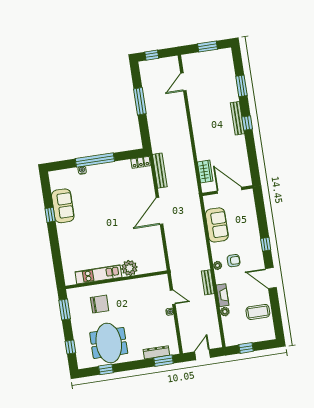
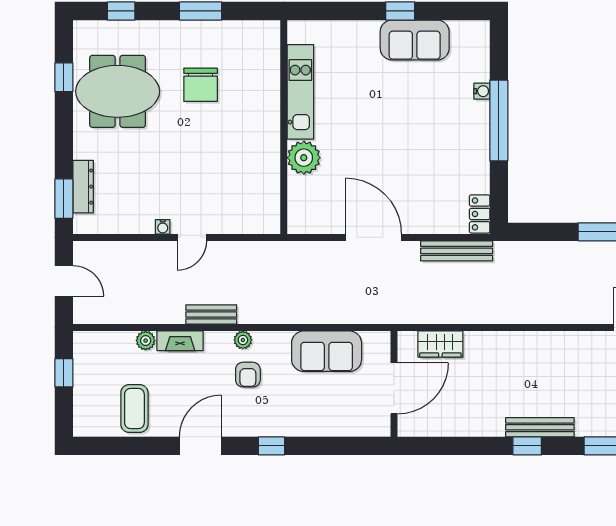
plant: (129, 268) -> (304, 158), moved
kitchen unit: (98, 274) -> (300, 92), moved
wall: (116, 280) -> (284, 127), moved

